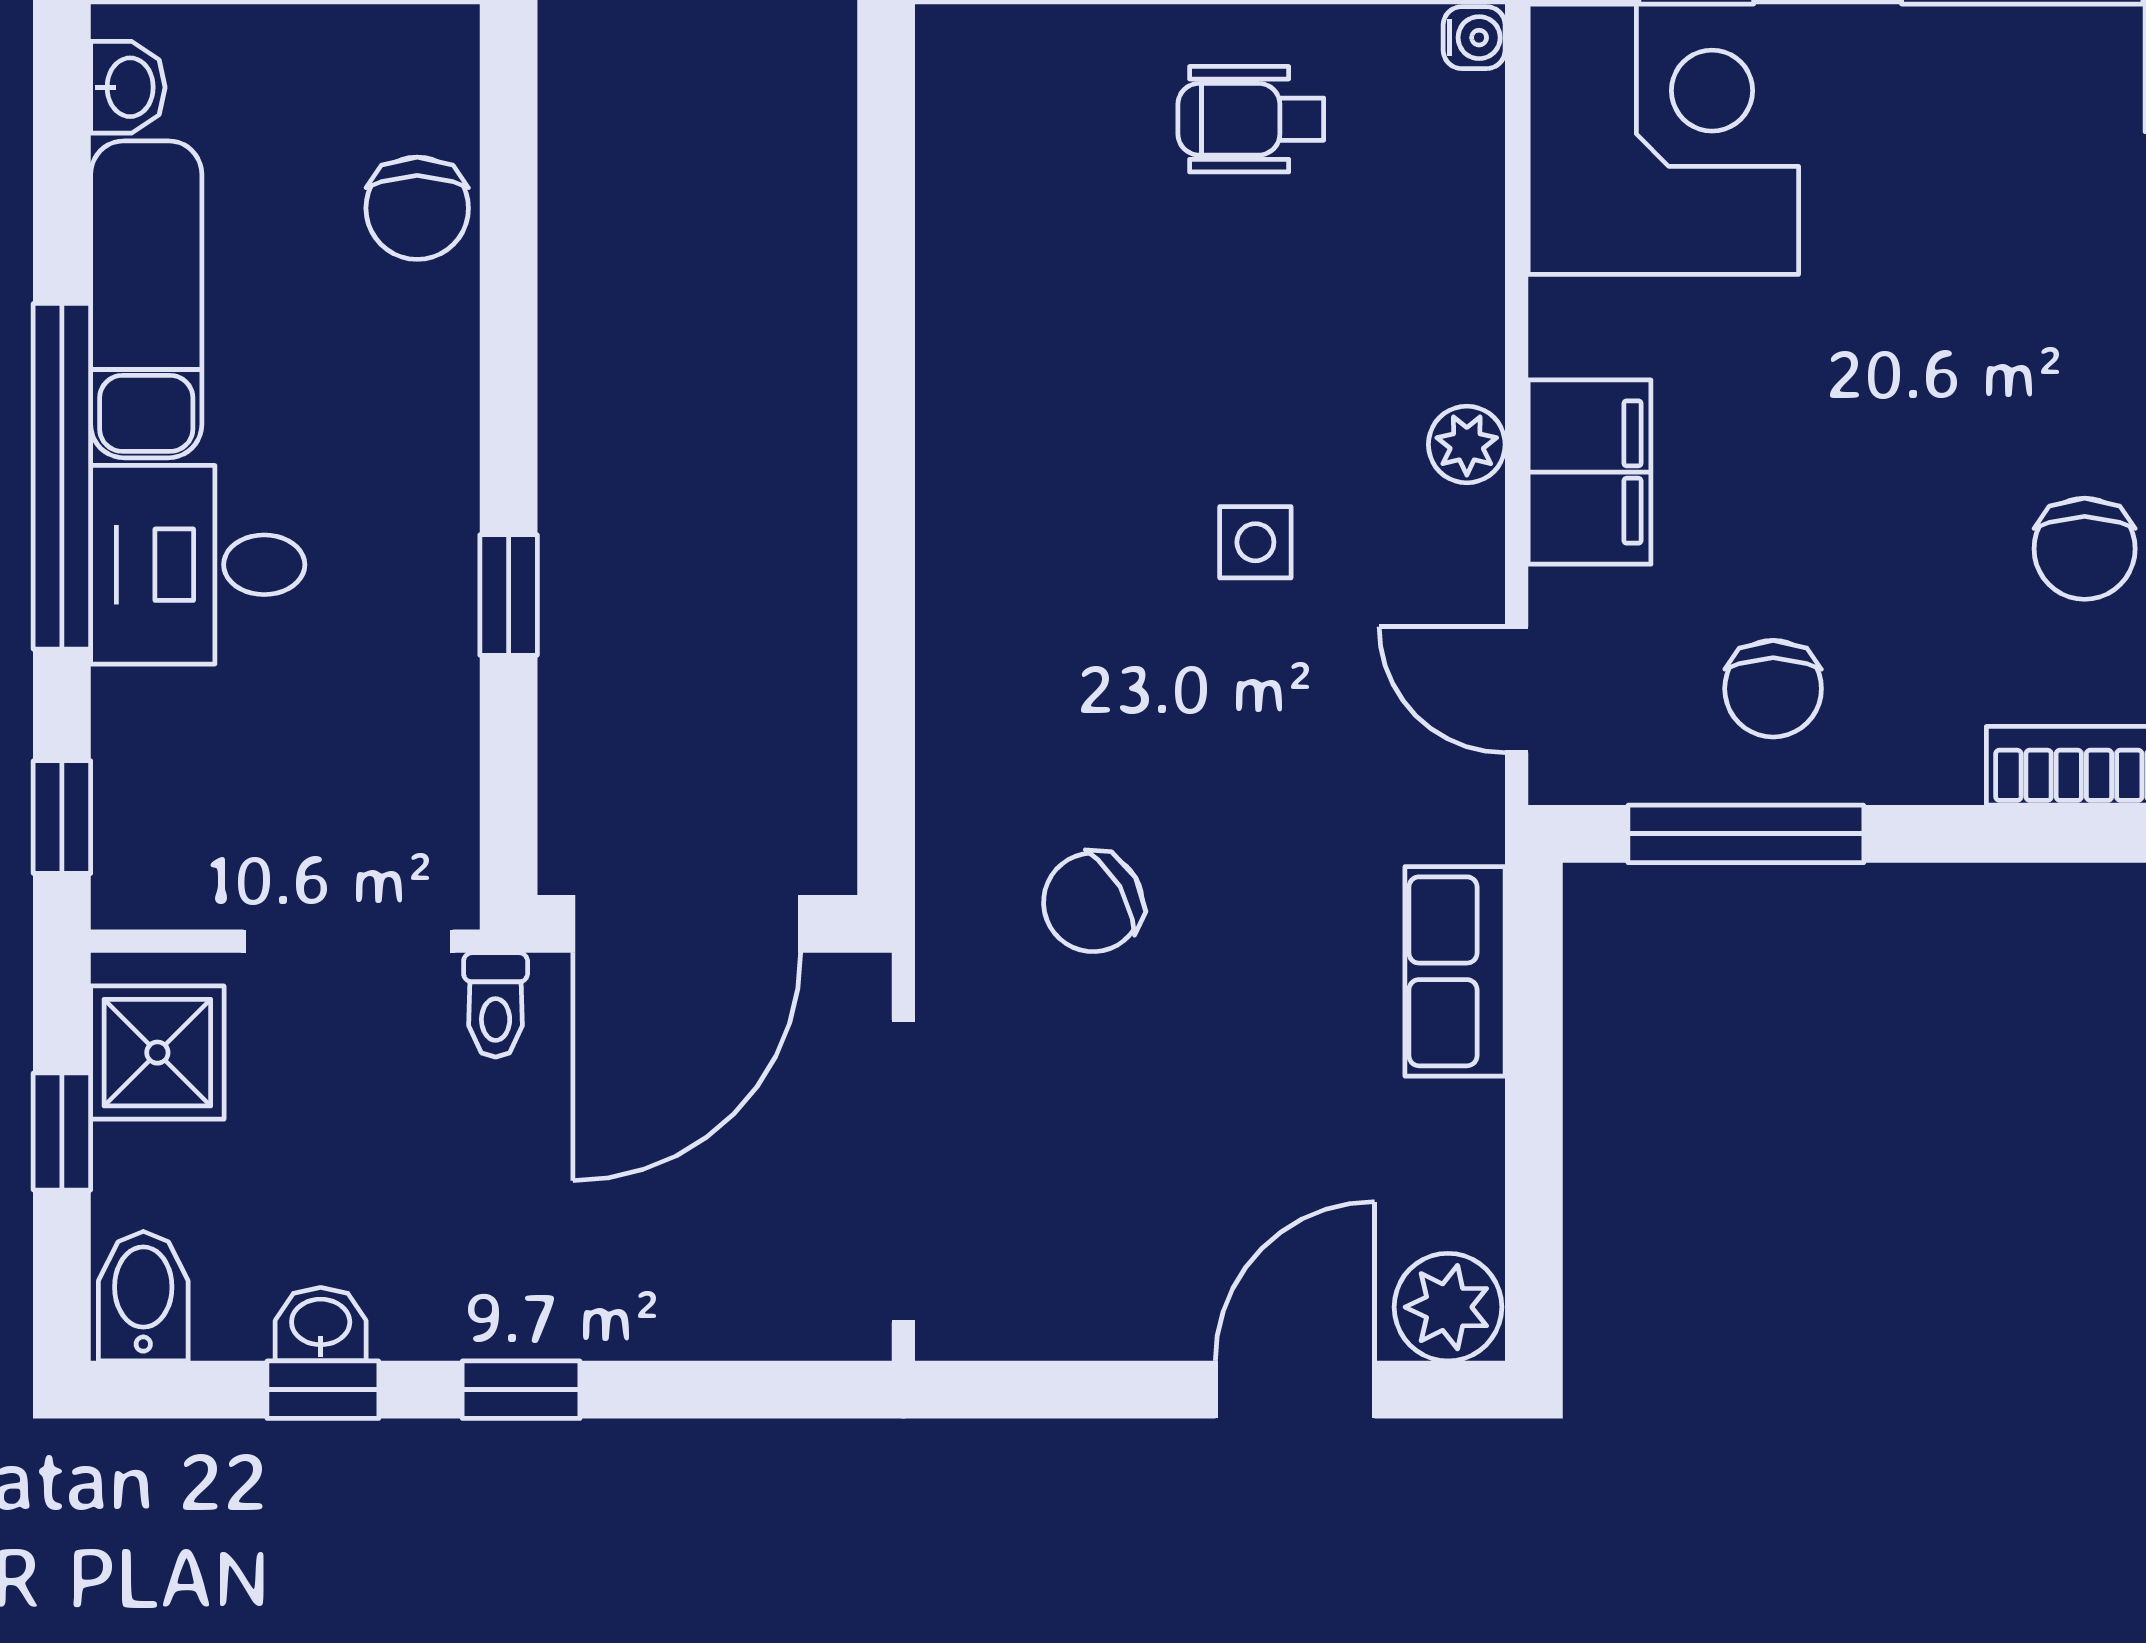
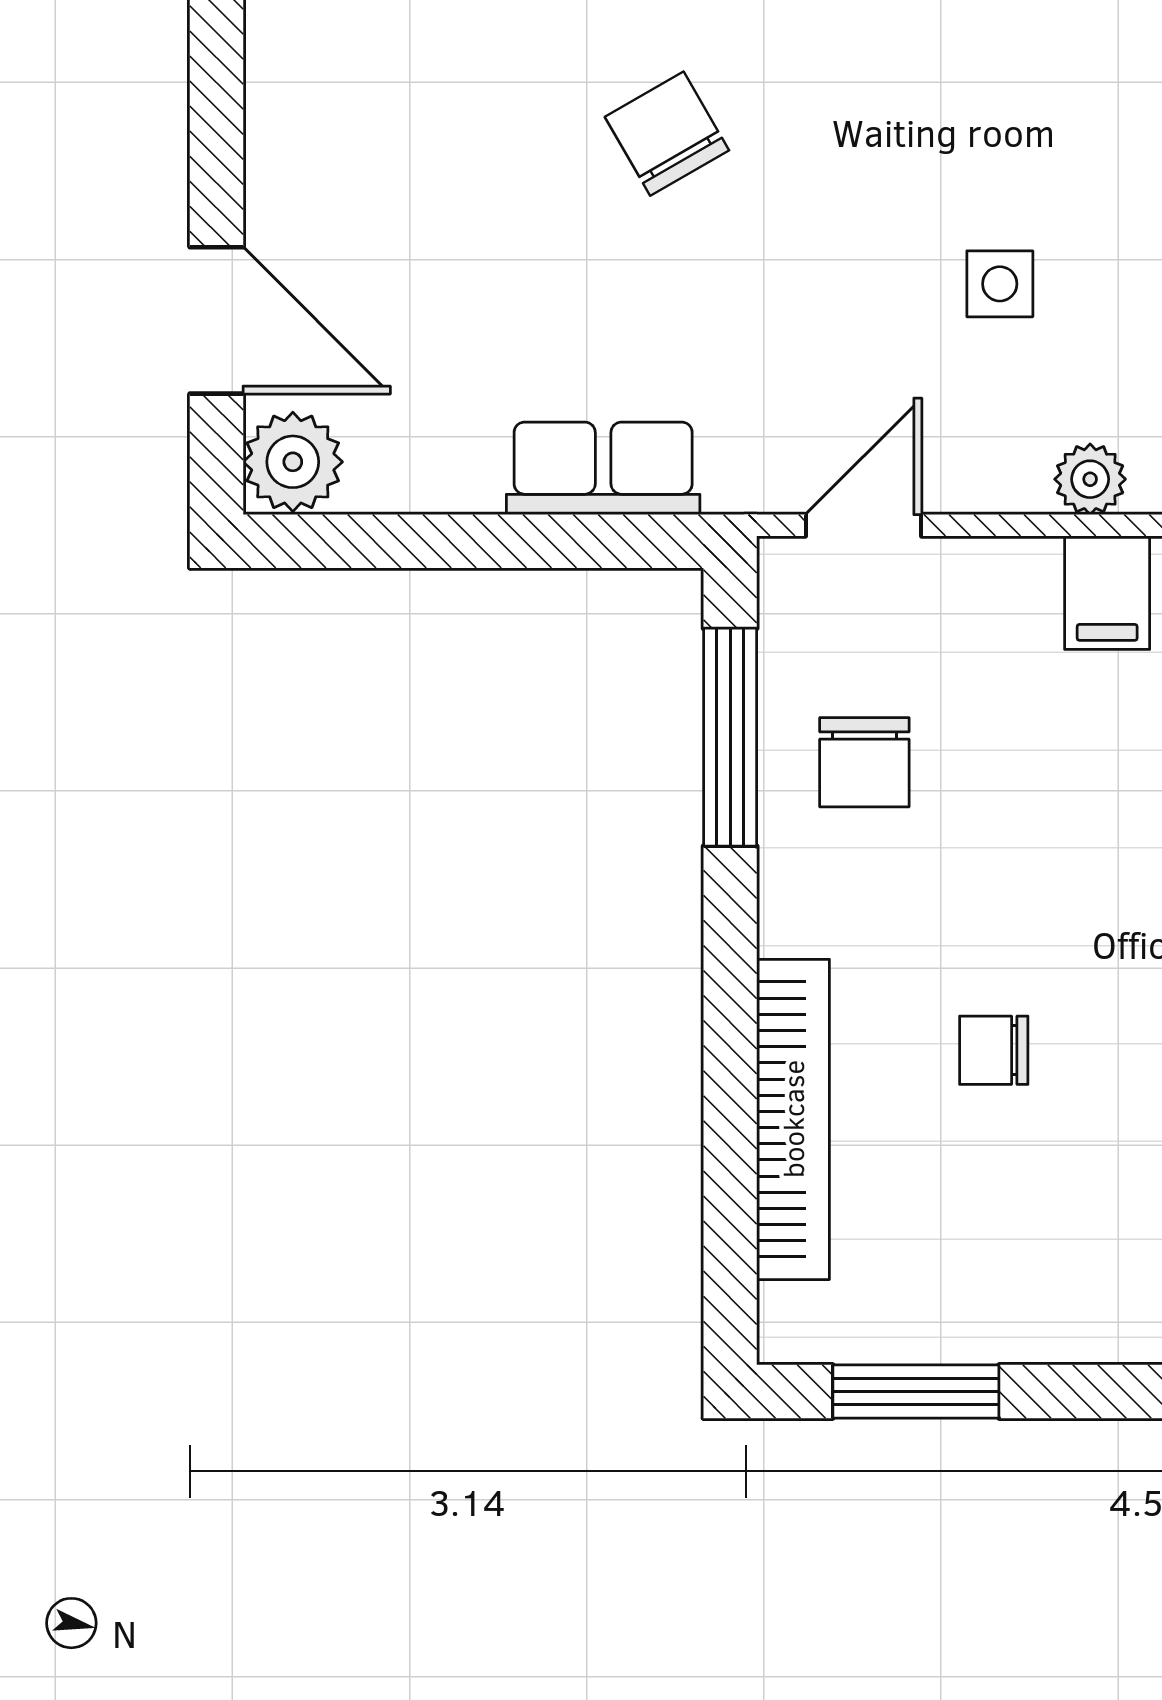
filing cabinet: (1590, 472) -> (1107, 593), width x0.50
chair: (2085, 549) -> (994, 1050), width x0.73, depth x0.73
chair: (1773, 689) -> (864, 762), turned -90

